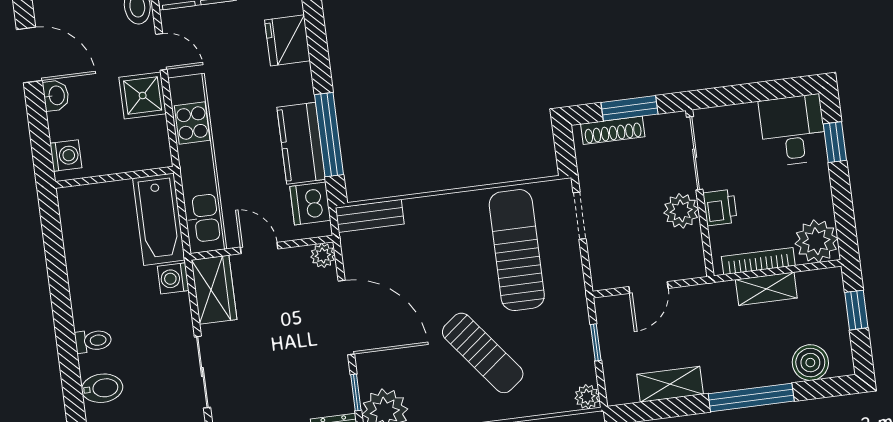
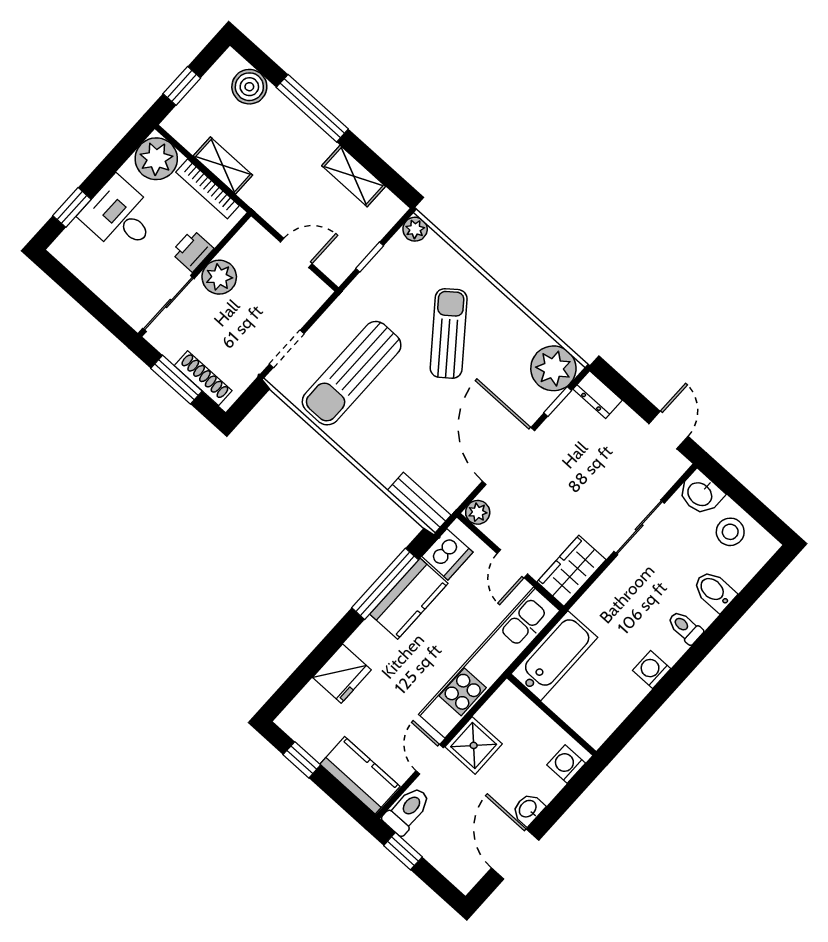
desk: (793, 130) -> (120, 216), moved, turned 90
washing machine: (173, 278) -> (652, 670), moved, turned 180

